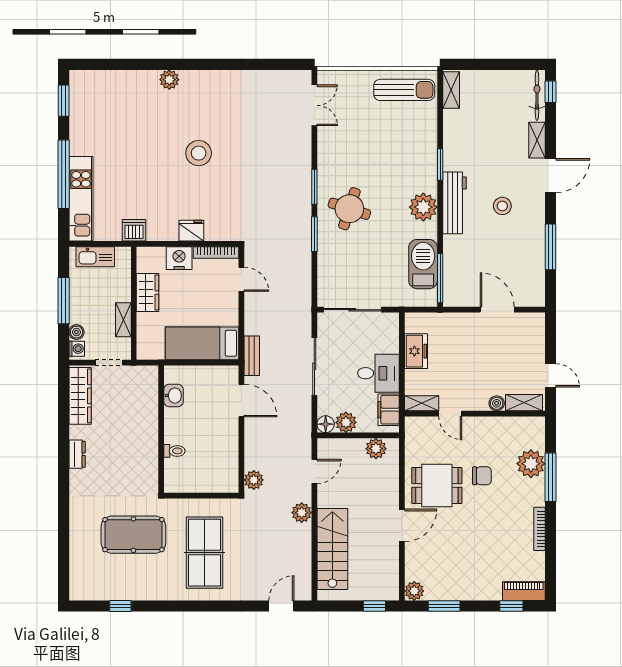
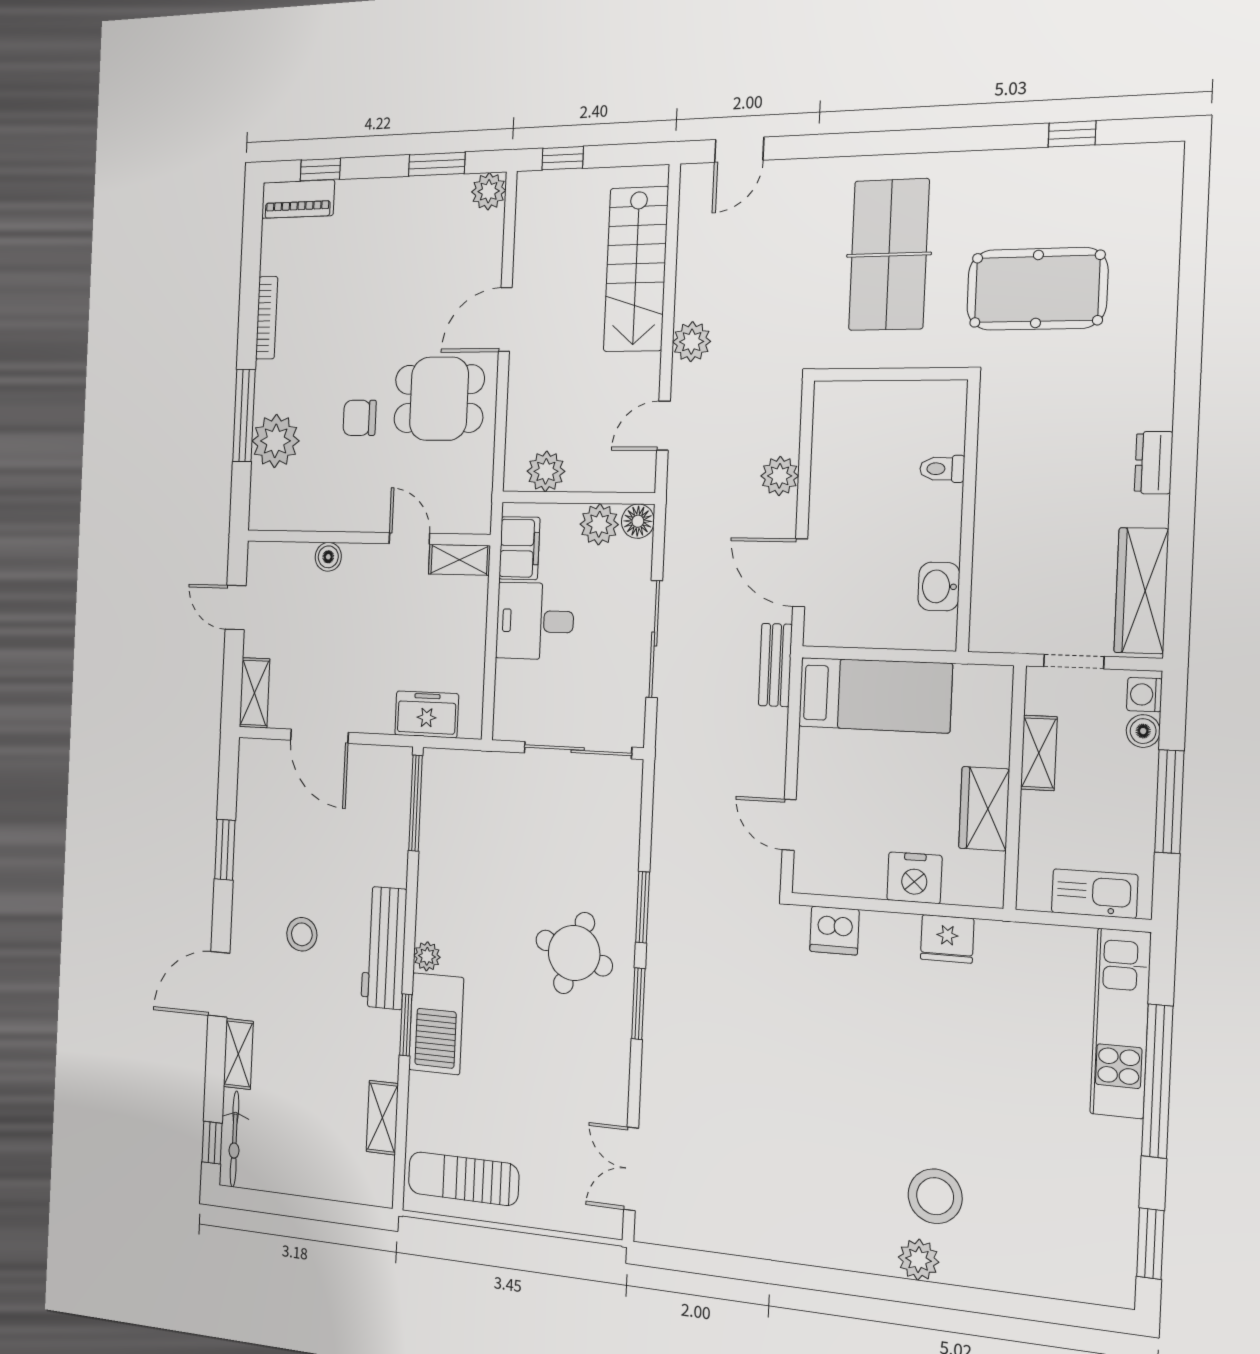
shelving: (451, 90) -> (382, 1118), moved
stool: (199, 153) -> (935, 1196), moved
plant: (423, 207) -> (427, 956), width x0.53, depth x0.53
dishwasher: (134, 230) -> (834, 930), moved
fridge: (191, 231) -> (947, 939), moved
window: (550, 247) -> (225, 850), width x0.69
bookcase: (216, 253) -> (838, 884), removed
barbecue: (423, 264) -> (436, 1024), moved
freezer: (416, 351) -> (427, 714), moved, turned 90
shelving: (524, 403) -> (255, 693), moved, turned 90
plant: (254, 480) -> (780, 476), moved

